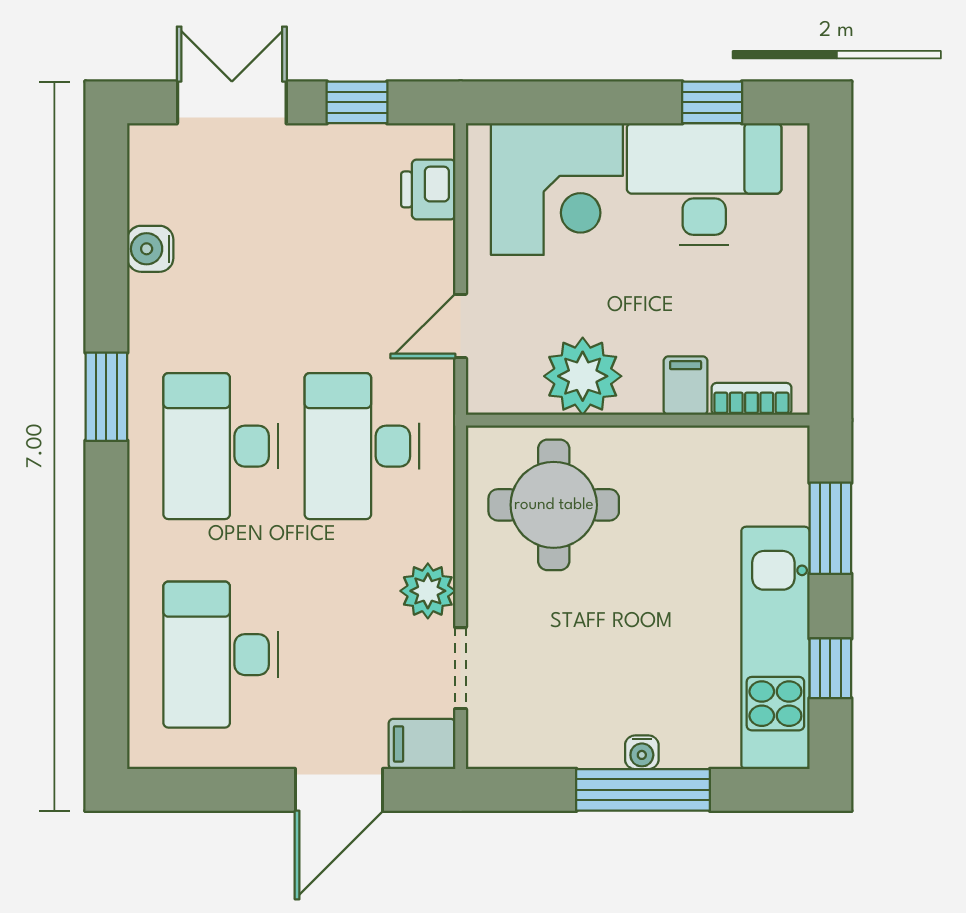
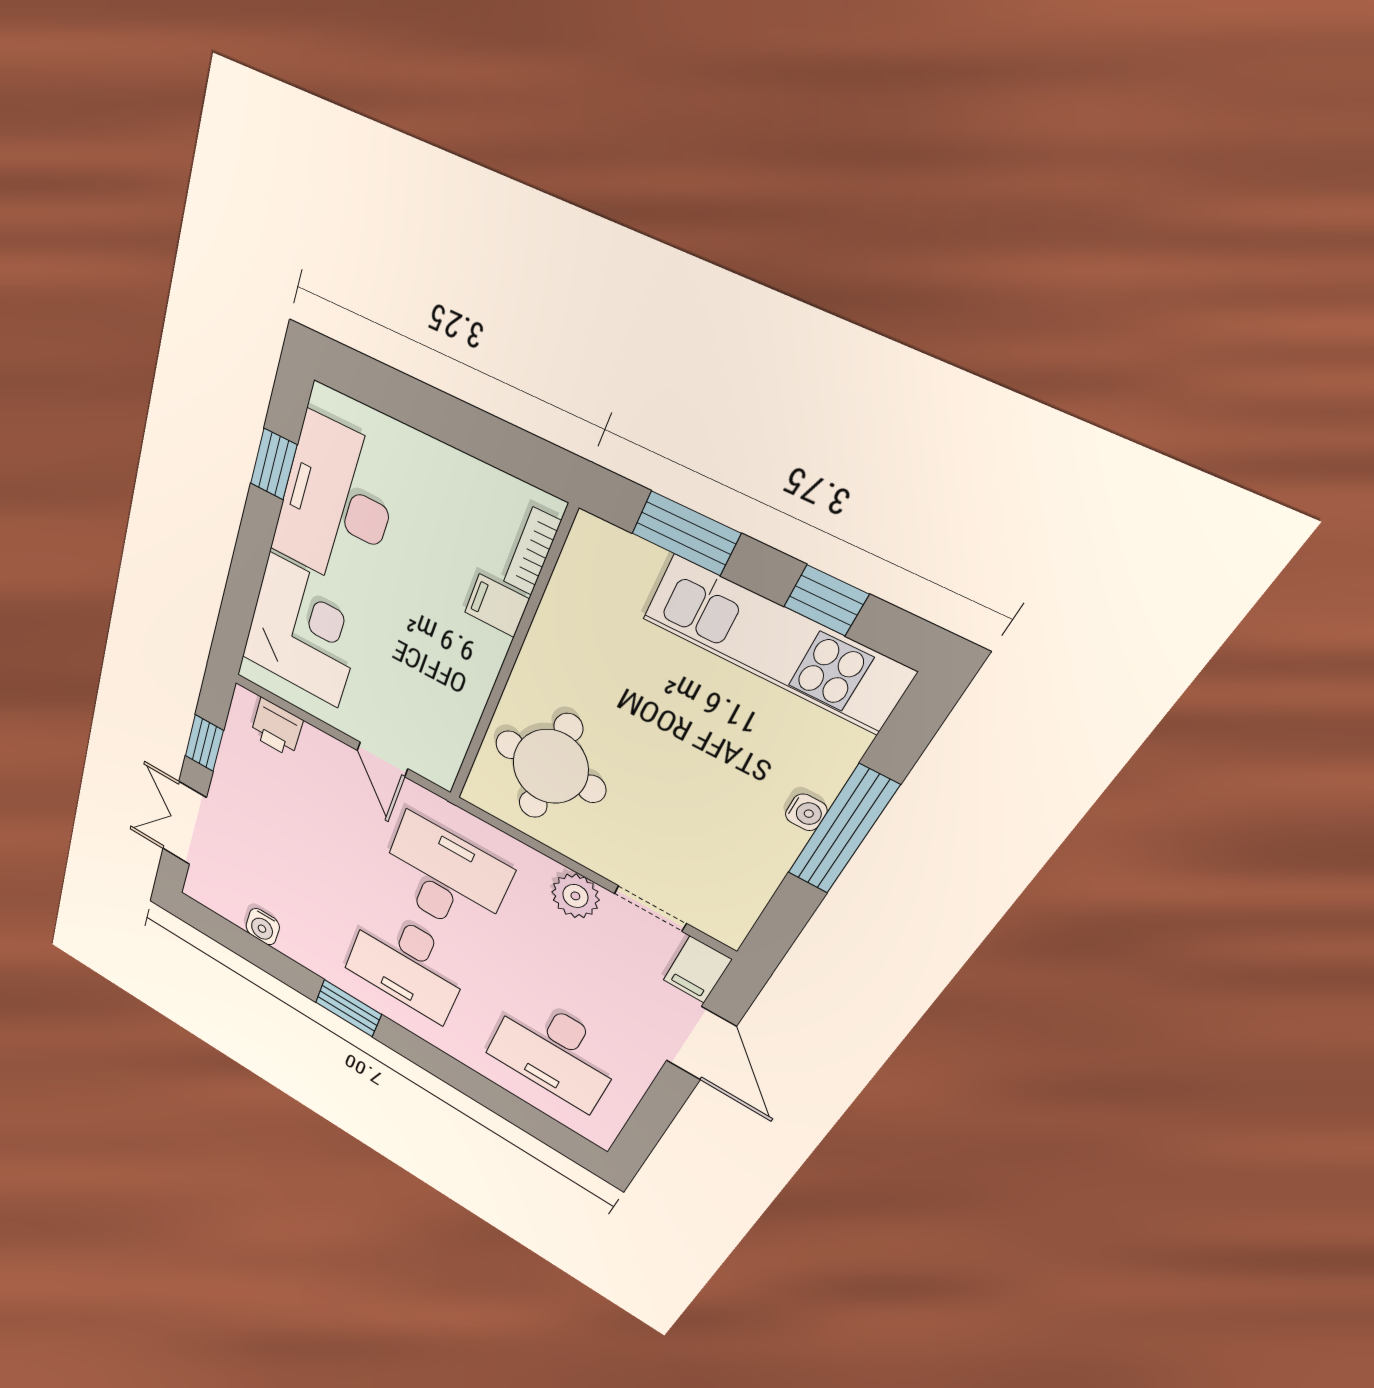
plant: (583, 376) -> (456, 688), removed
desk: (362, 446) -> (444, 877), turned 180

